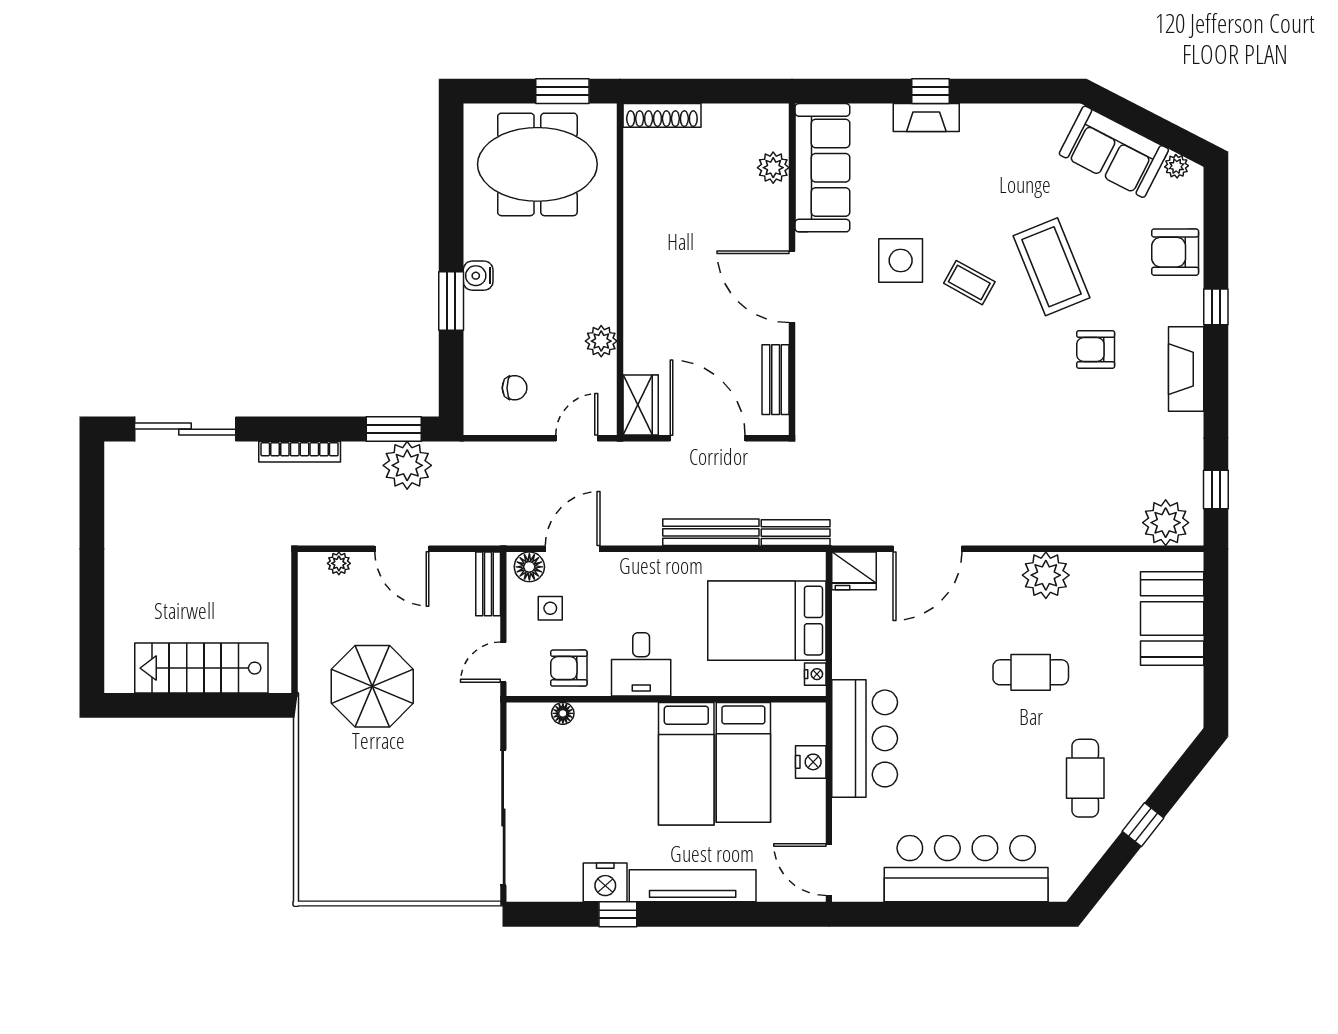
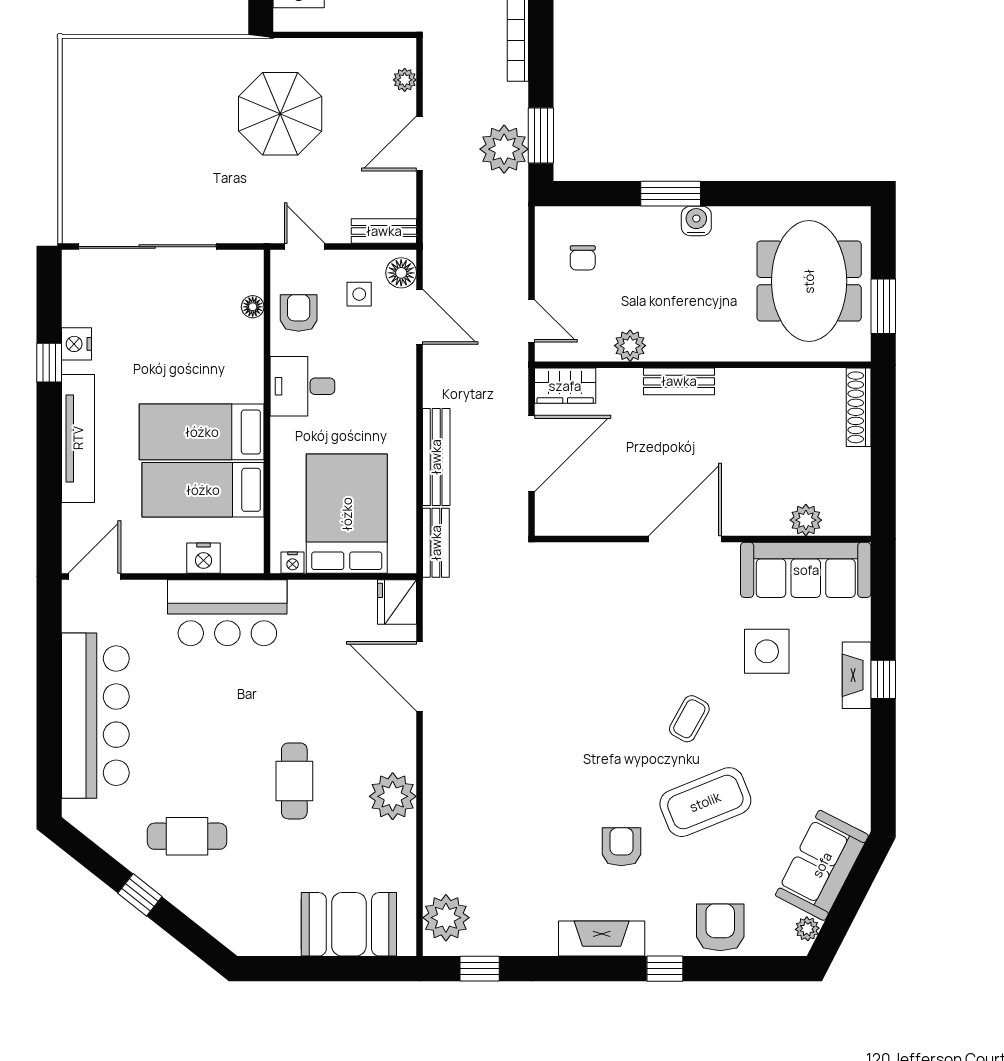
side table: (901, 260) -> (767, 651), moved
bench: (776, 380) -> (679, 381), moved
nightstand: (605, 882) -> (76, 344), width x0.74, depth x0.75

